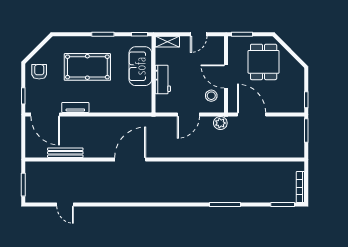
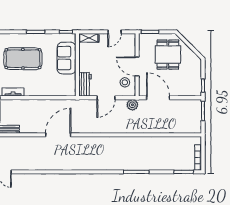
workbench: (163, 79) -> (85, 84), moved

